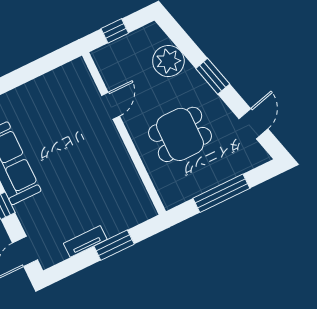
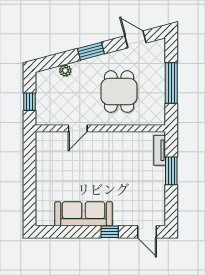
plant: (168, 61) -> (65, 70), width x0.53, depth x0.53
door: (111, 106) -> (78, 128), swing flipped
tv unit: (85, 241) -> (160, 150), moved

